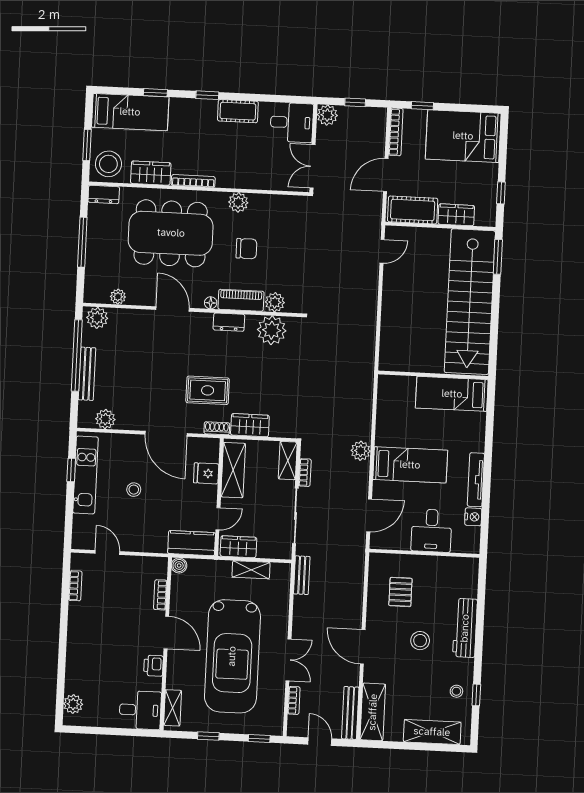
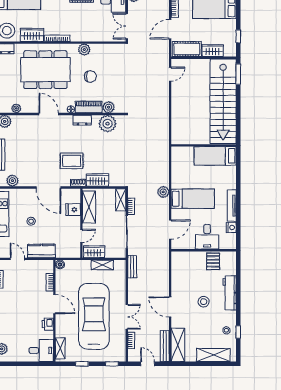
kitchen counter: (192, 543) -> (41, 251), moved
pallet: (400, 592) -> (213, 261), moved
car: (232, 656) -> (94, 316), turned 180

